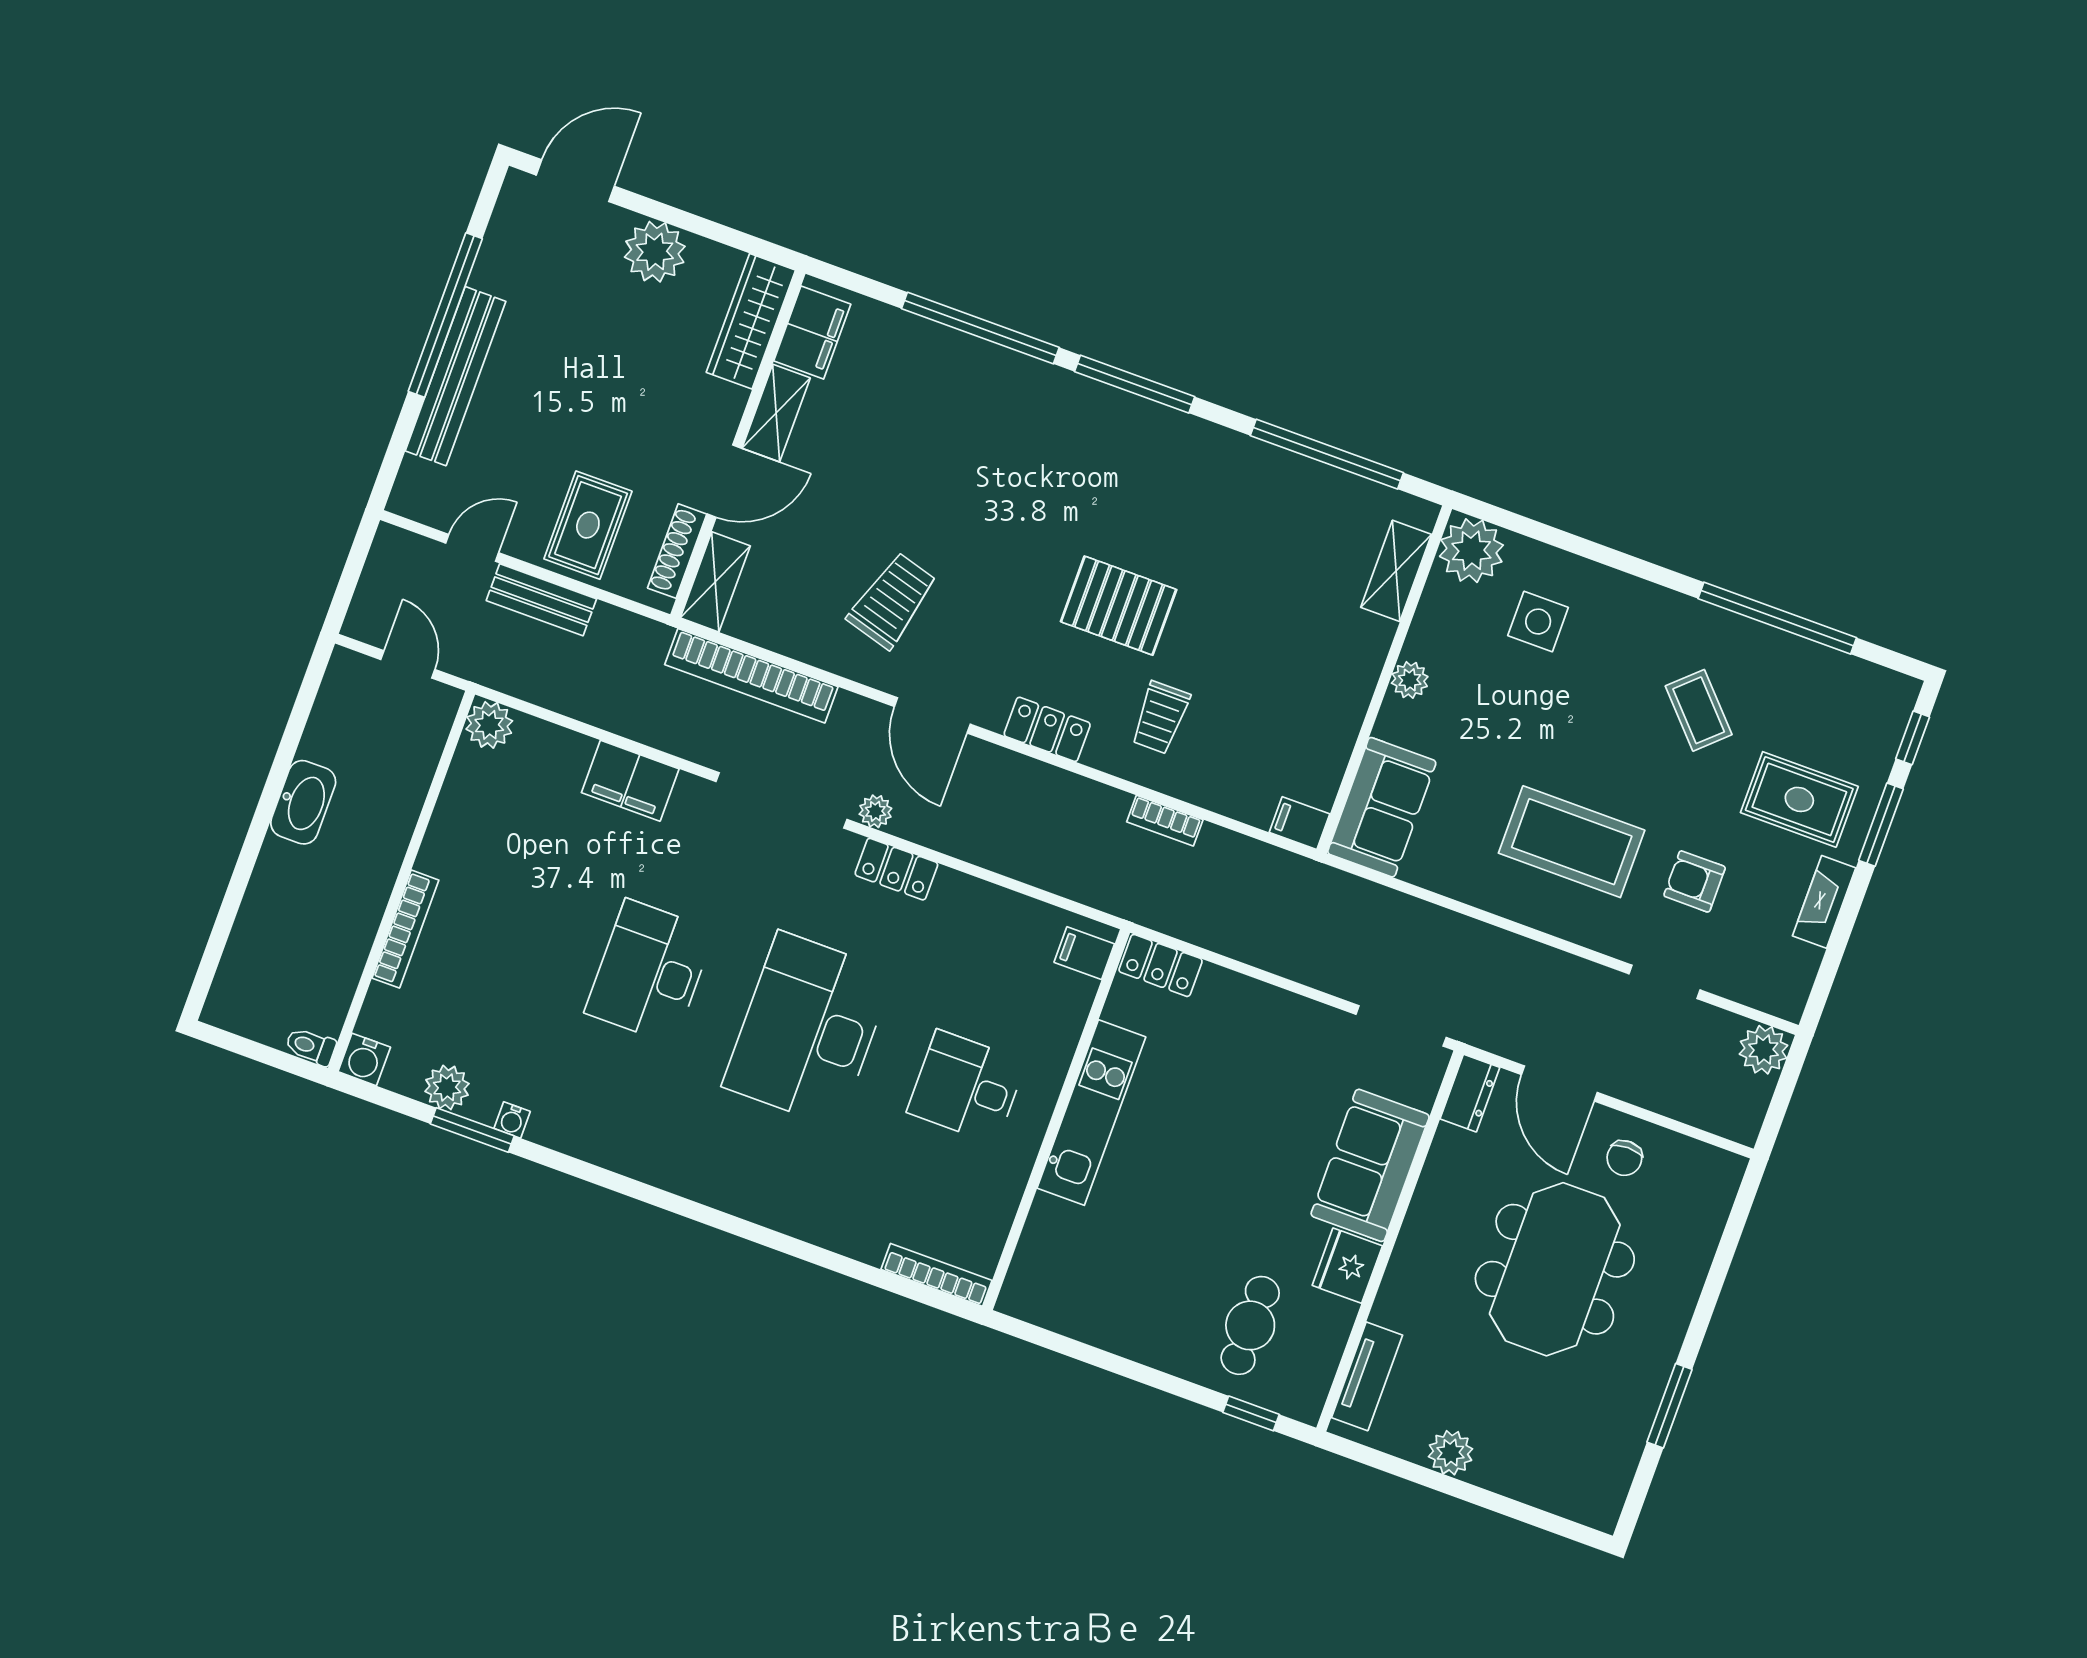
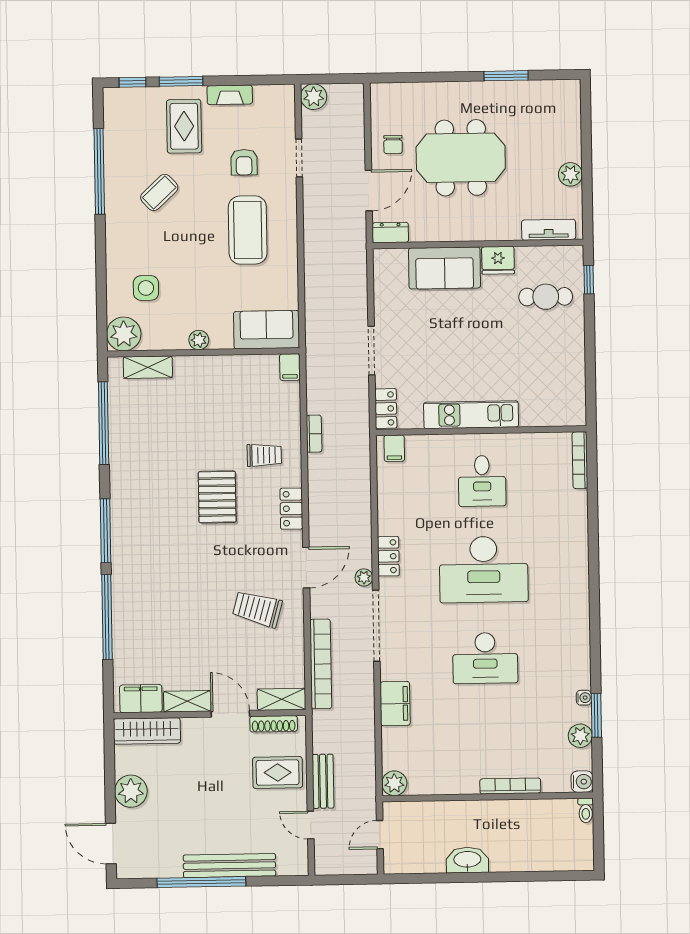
doorway: (1401, 1026) -> (371, 351), moved
chair: (1624, 1158) -> (393, 145), turned 90

